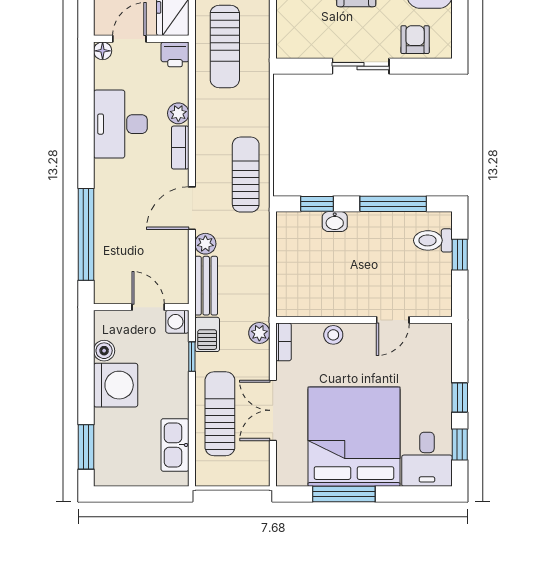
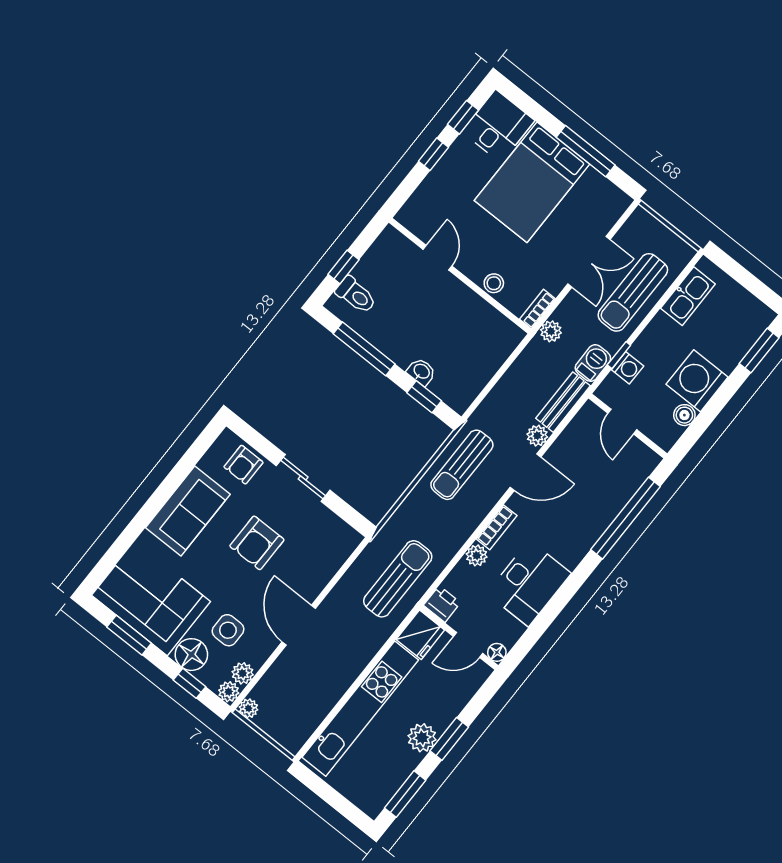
door: (393, 320) -> (437, 258), hinge flipped
washing machine: (177, 322) -> (628, 368), moved
bed: (354, 437) -> (532, 182), width x0.73

